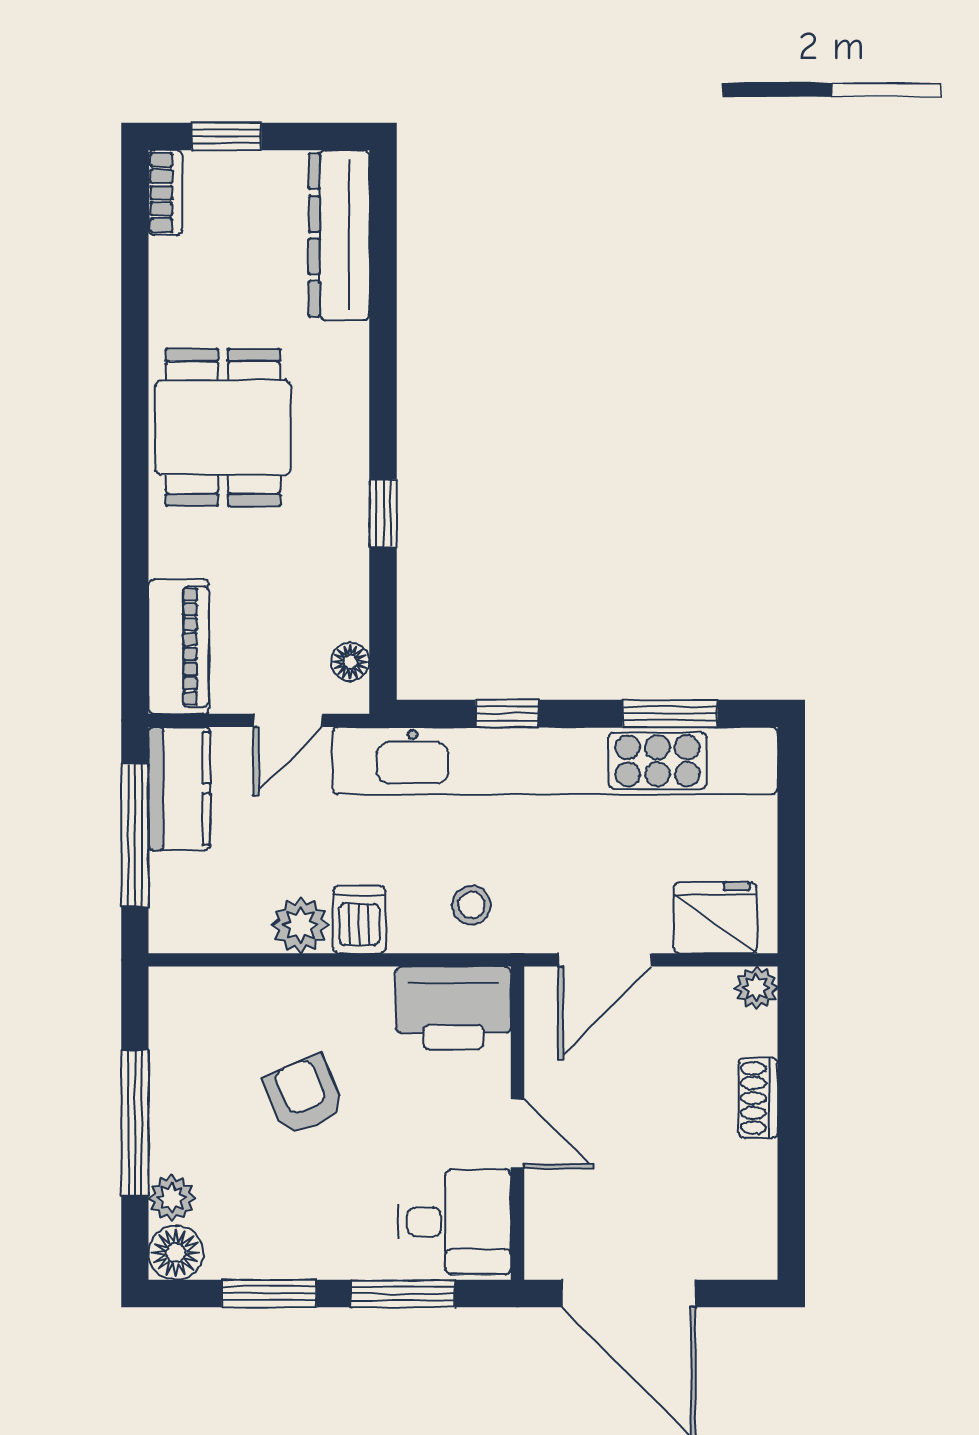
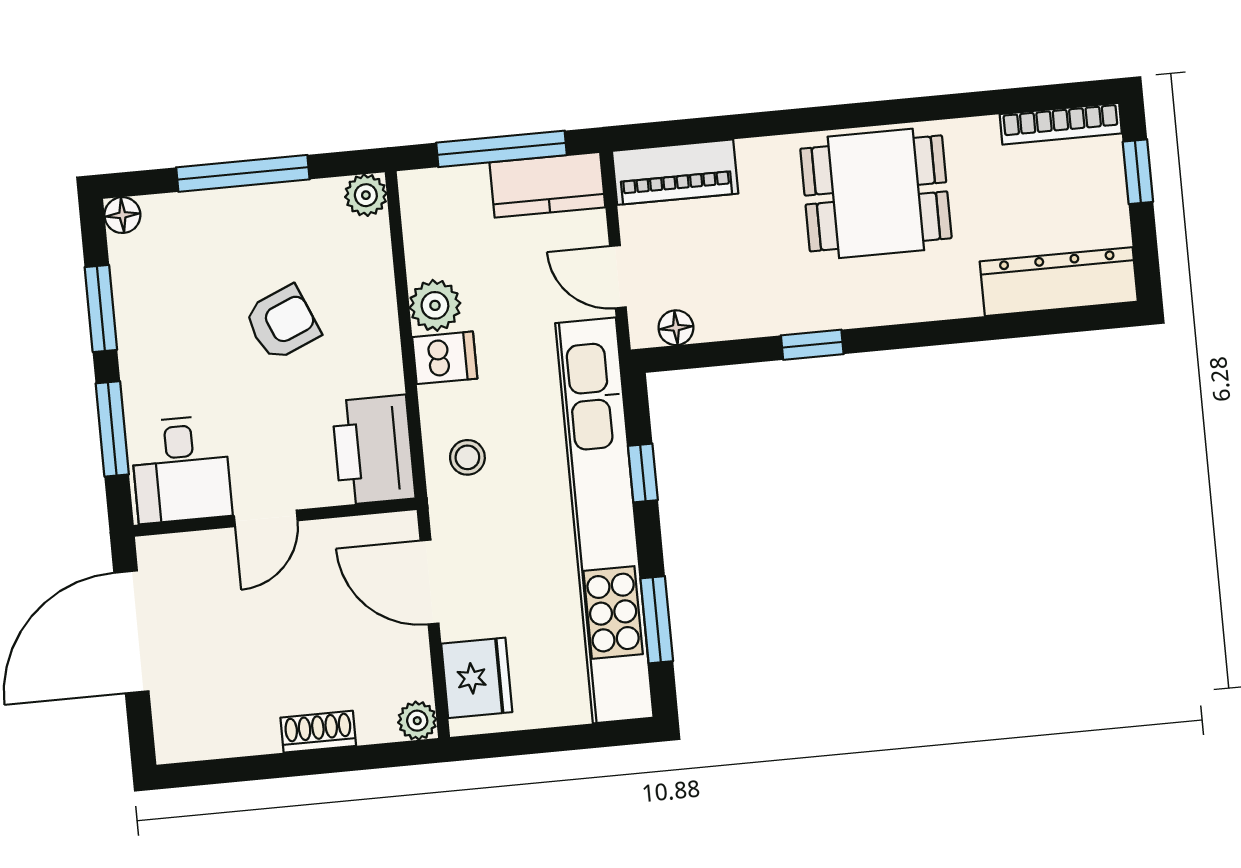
bookcase: (165, 193) -> (1061, 124), width x1.56
plant: (172, 1198) -> (366, 195), moved
floor lamp: (176, 1253) -> (122, 215), width x0.73, depth x0.73

